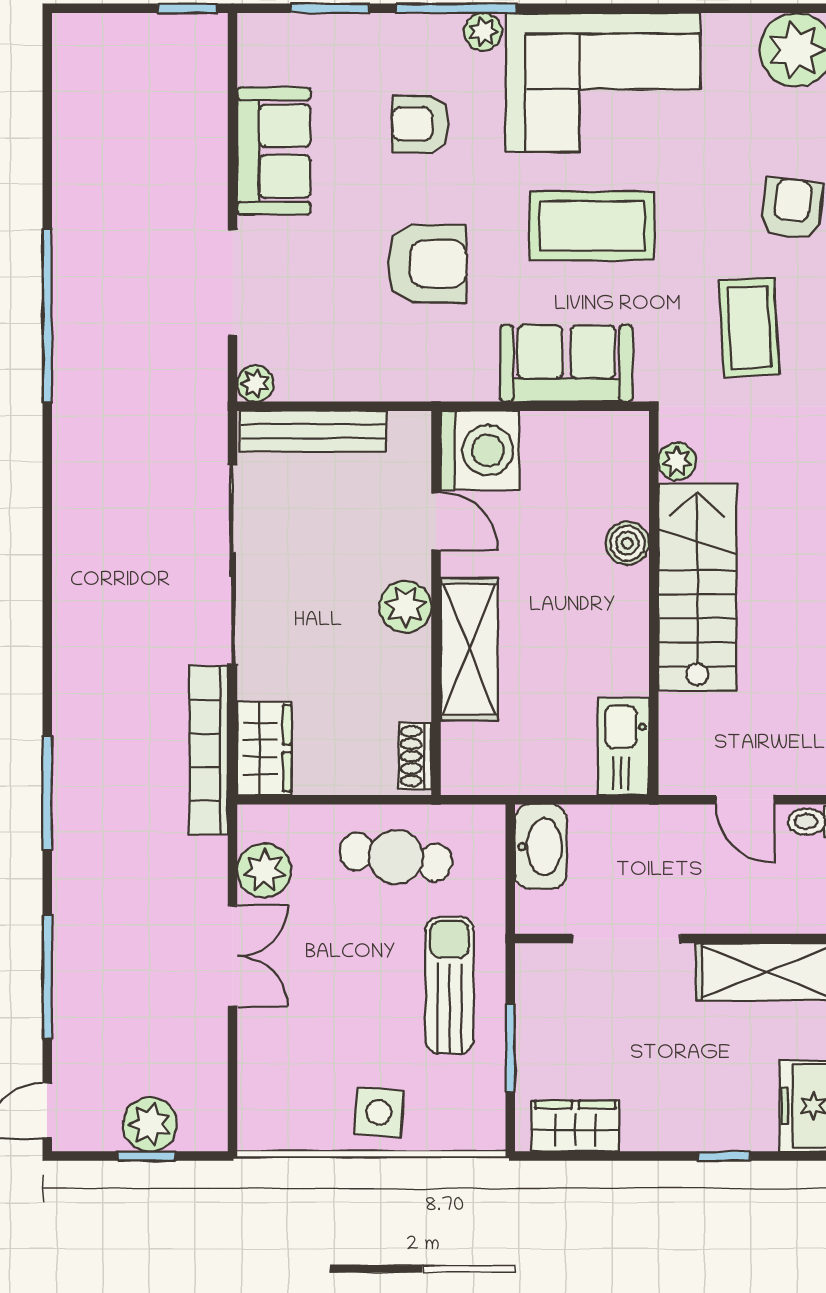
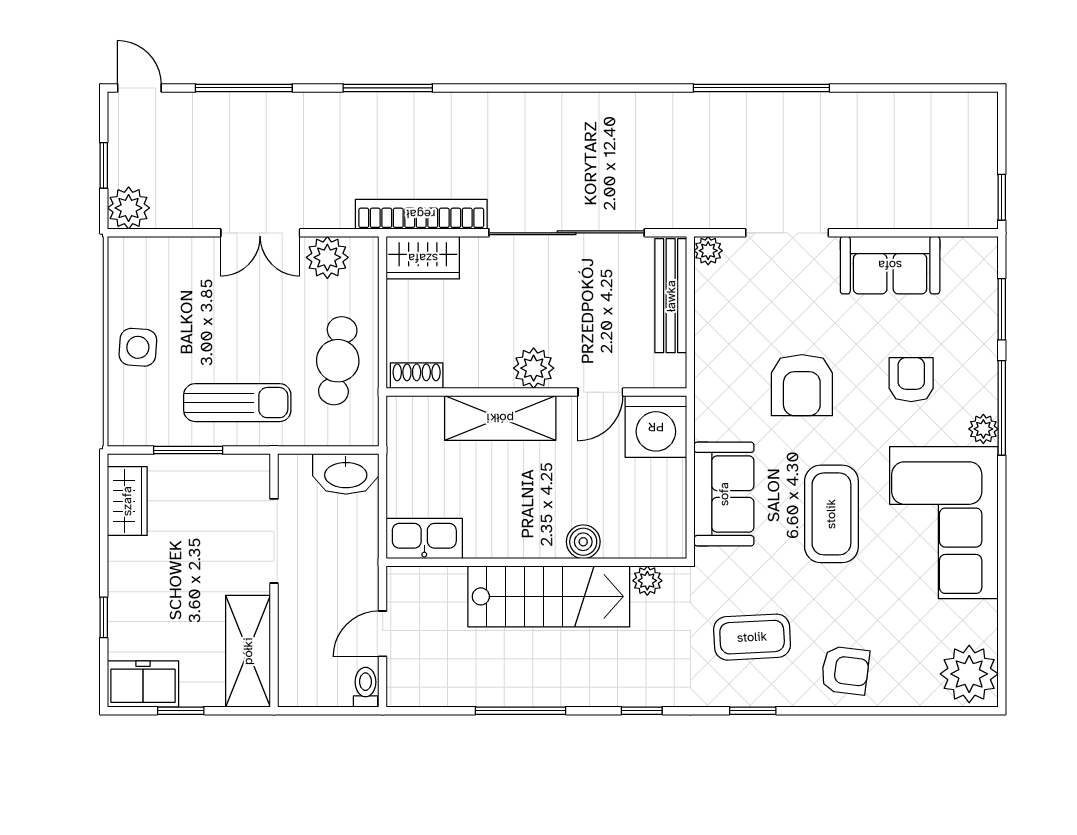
plant: (150, 1124) -> (129, 208), moved

